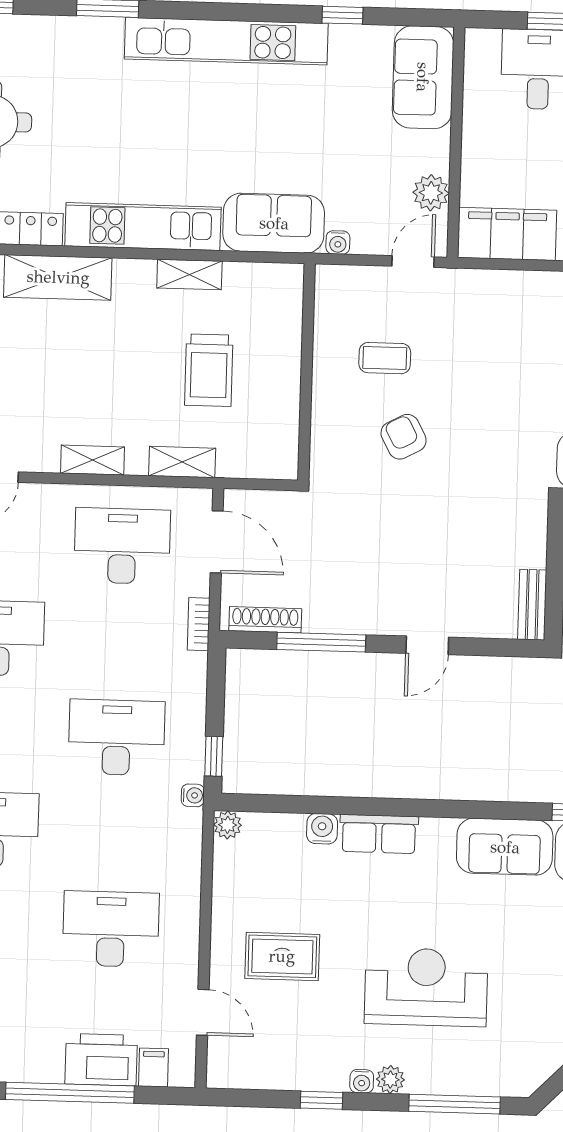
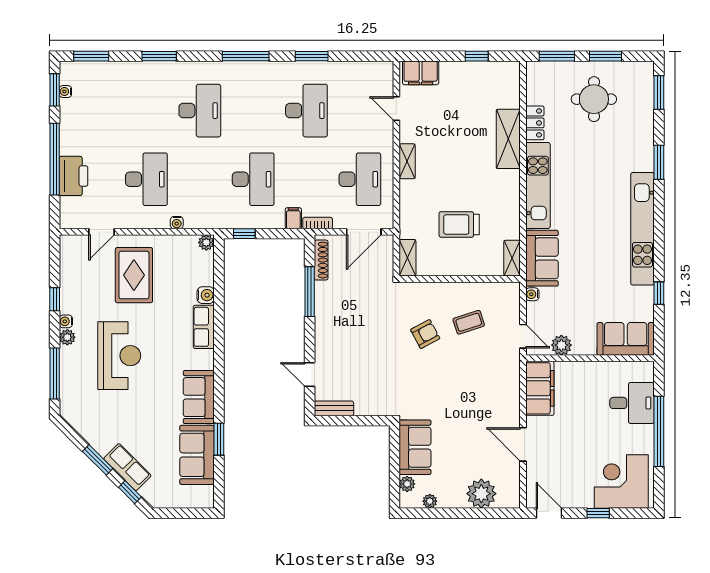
shelving: (189, 274) -> (512, 258), moved
coffee table: (385, 358) -> (469, 322), turned 72
shelving: (182, 462) -> (408, 258), moved
door: (427, 645) -> (310, 374), moved
water cooler: (193, 795) -> (177, 223), moved
rug: (282, 956) -> (134, 275), width x1.36, depth x1.43
filing cabinet: (154, 1068) -> (293, 218), moved, turned -90

